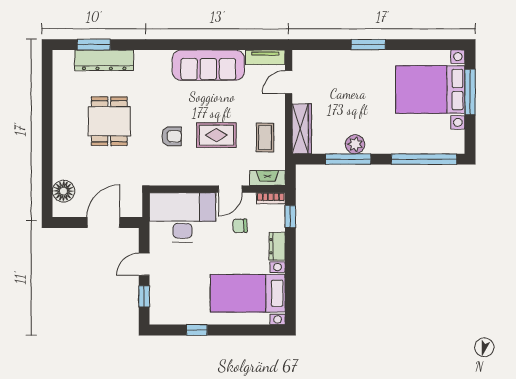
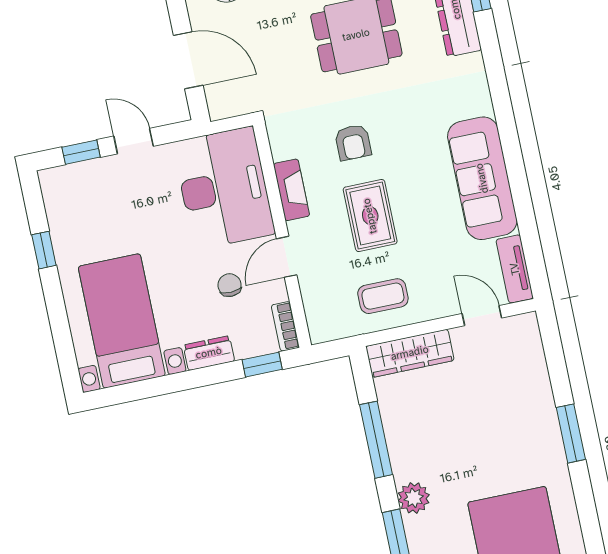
plant: (355, 144) -> (414, 498), moved
fireplace: (267, 178) -> (292, 190), moved
door: (230, 189) -> (287, 257), hinge flipped

